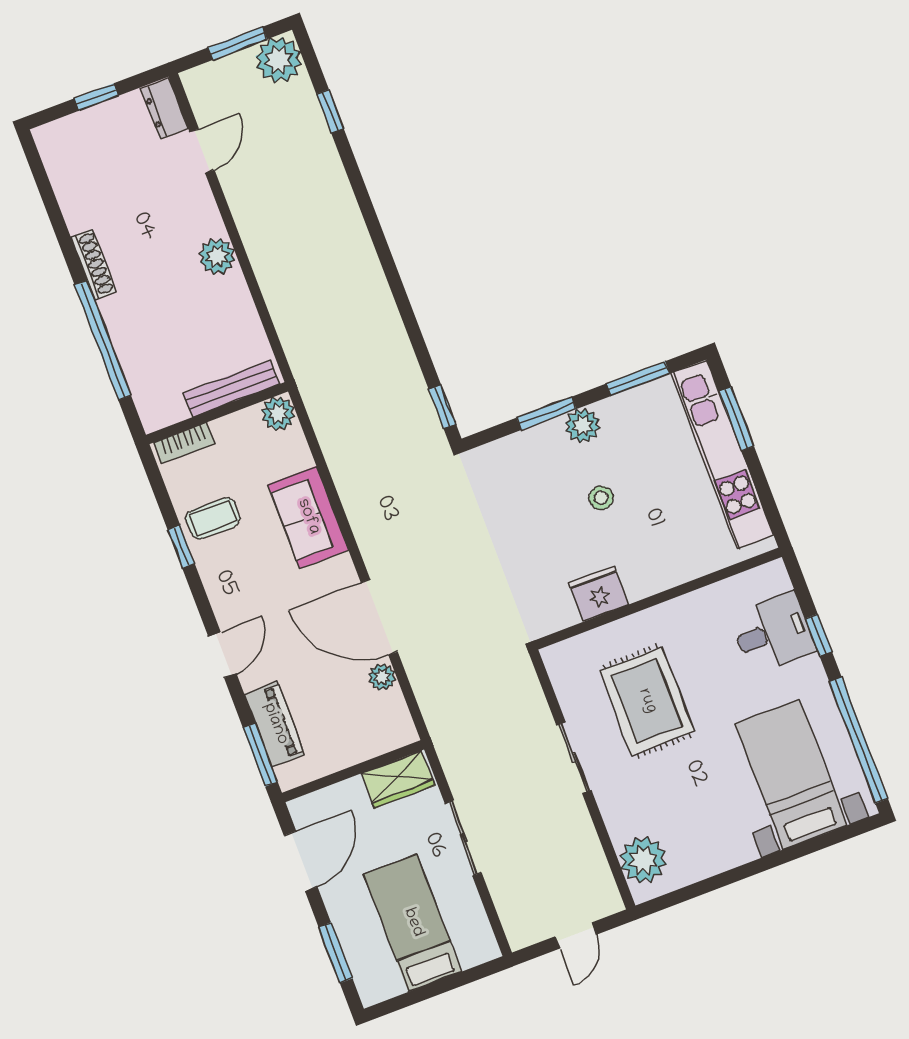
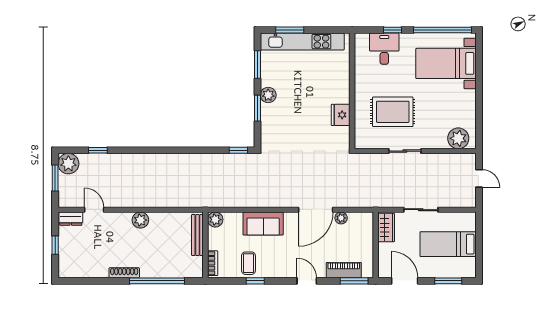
stool: (601, 498) -> (301, 99), removed

